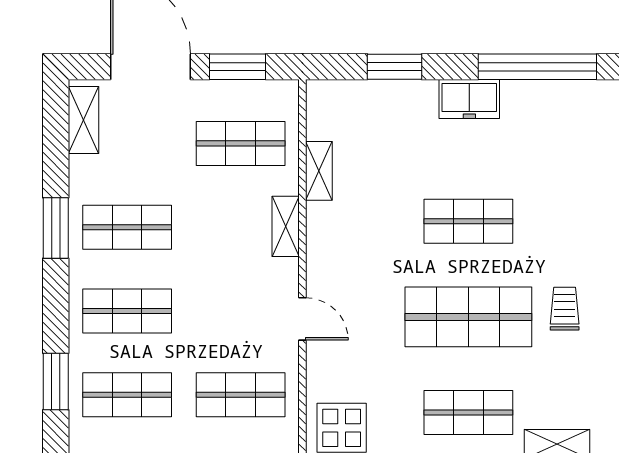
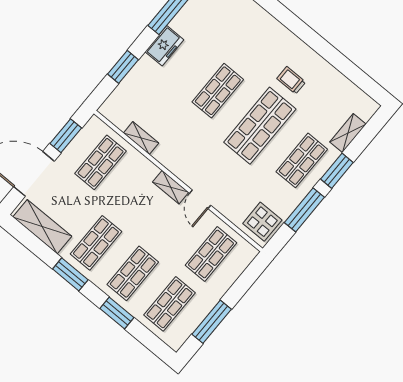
shelving: (84, 120) -> (42, 227), width x1.50, depth x1.33
shelving: (286, 226) -> (171, 187), moved
door: (302, 319) -> (200, 199), swing flipped
window: (56, 381) -> (117, 313), moved

